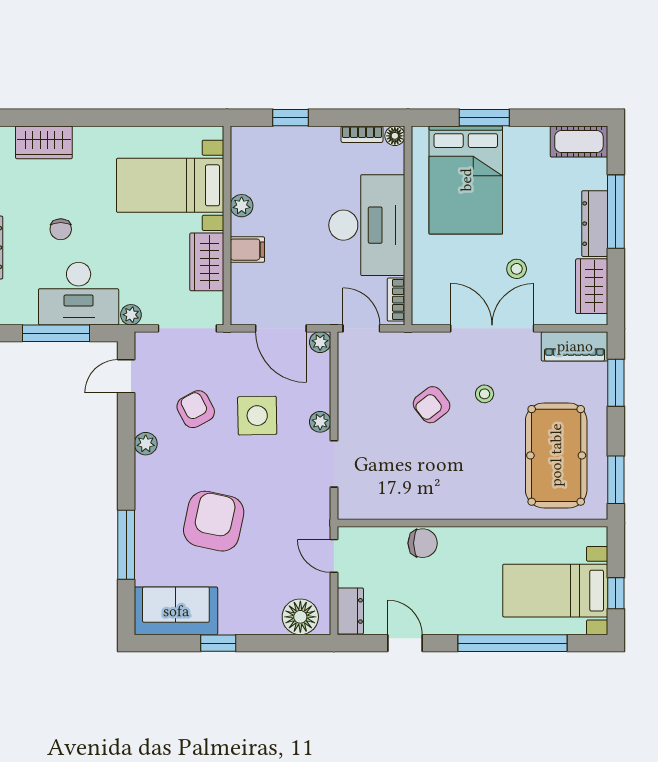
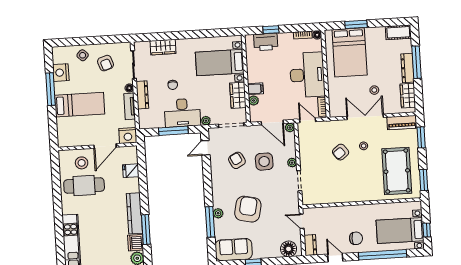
printer: (277, 145) -> (266, 42), added
plant: (242, 206) -> (254, 100), moved
plant: (146, 444) -> (218, 213), moved
chair: (423, 543) -> (356, 238), moved

